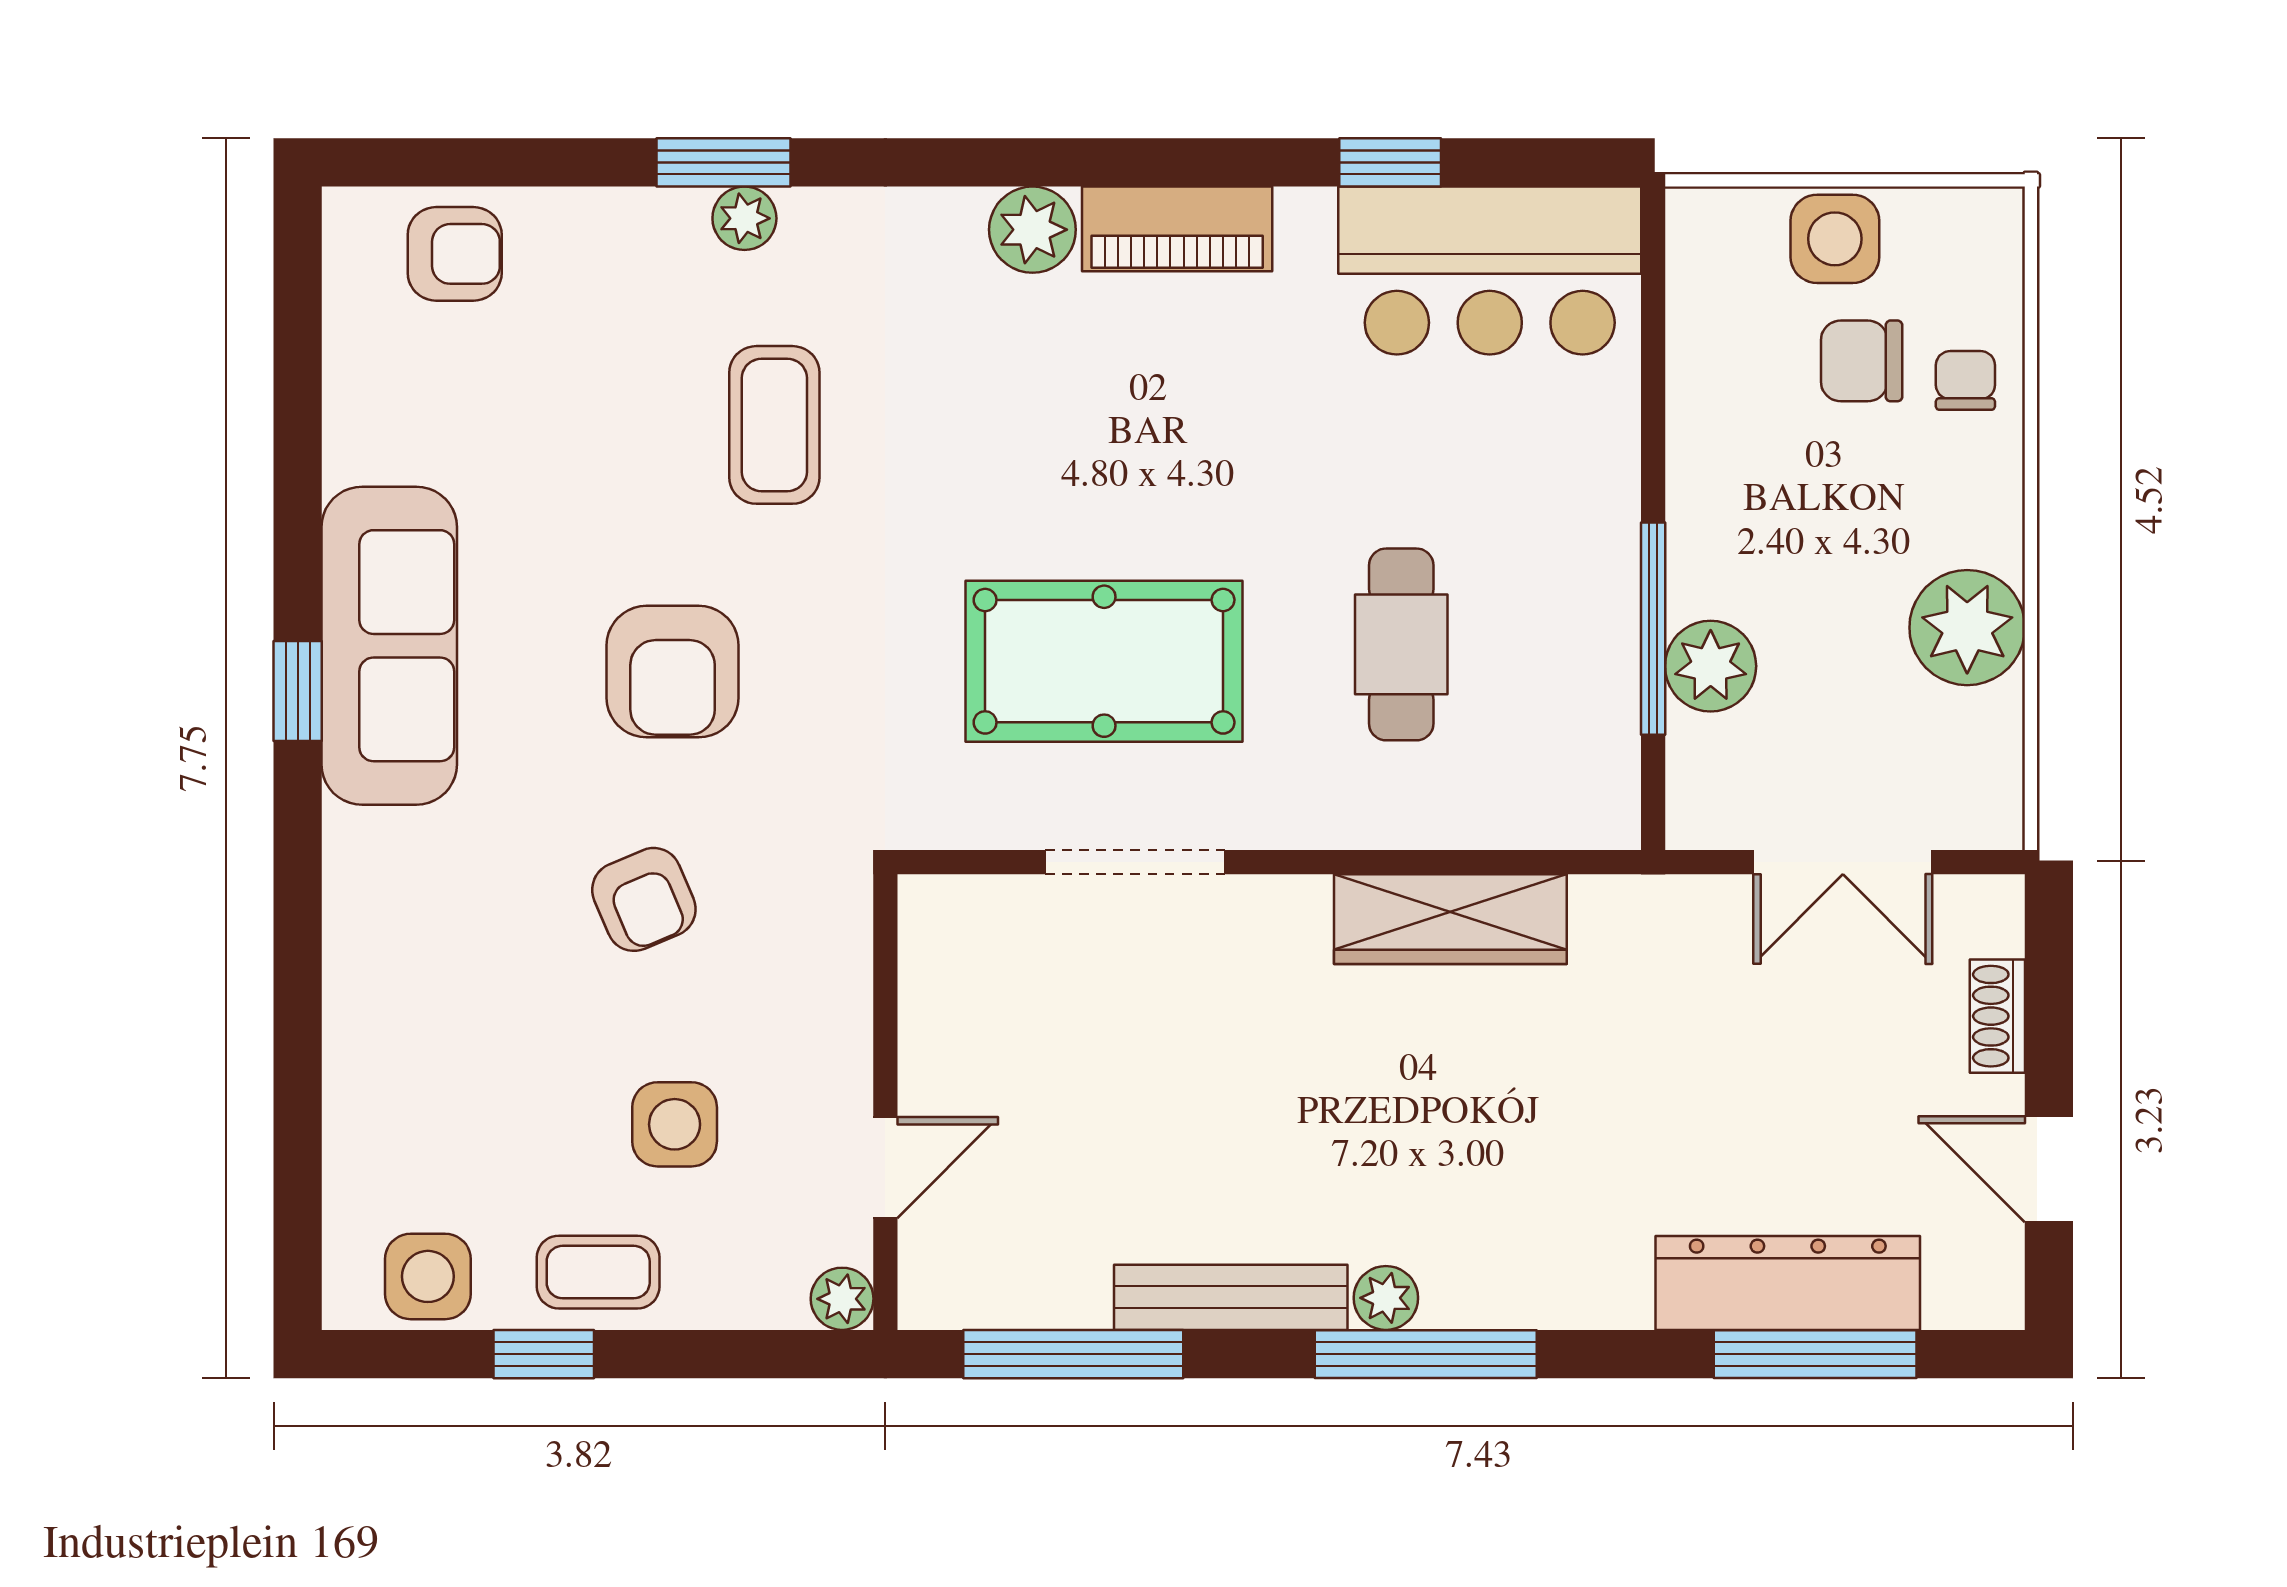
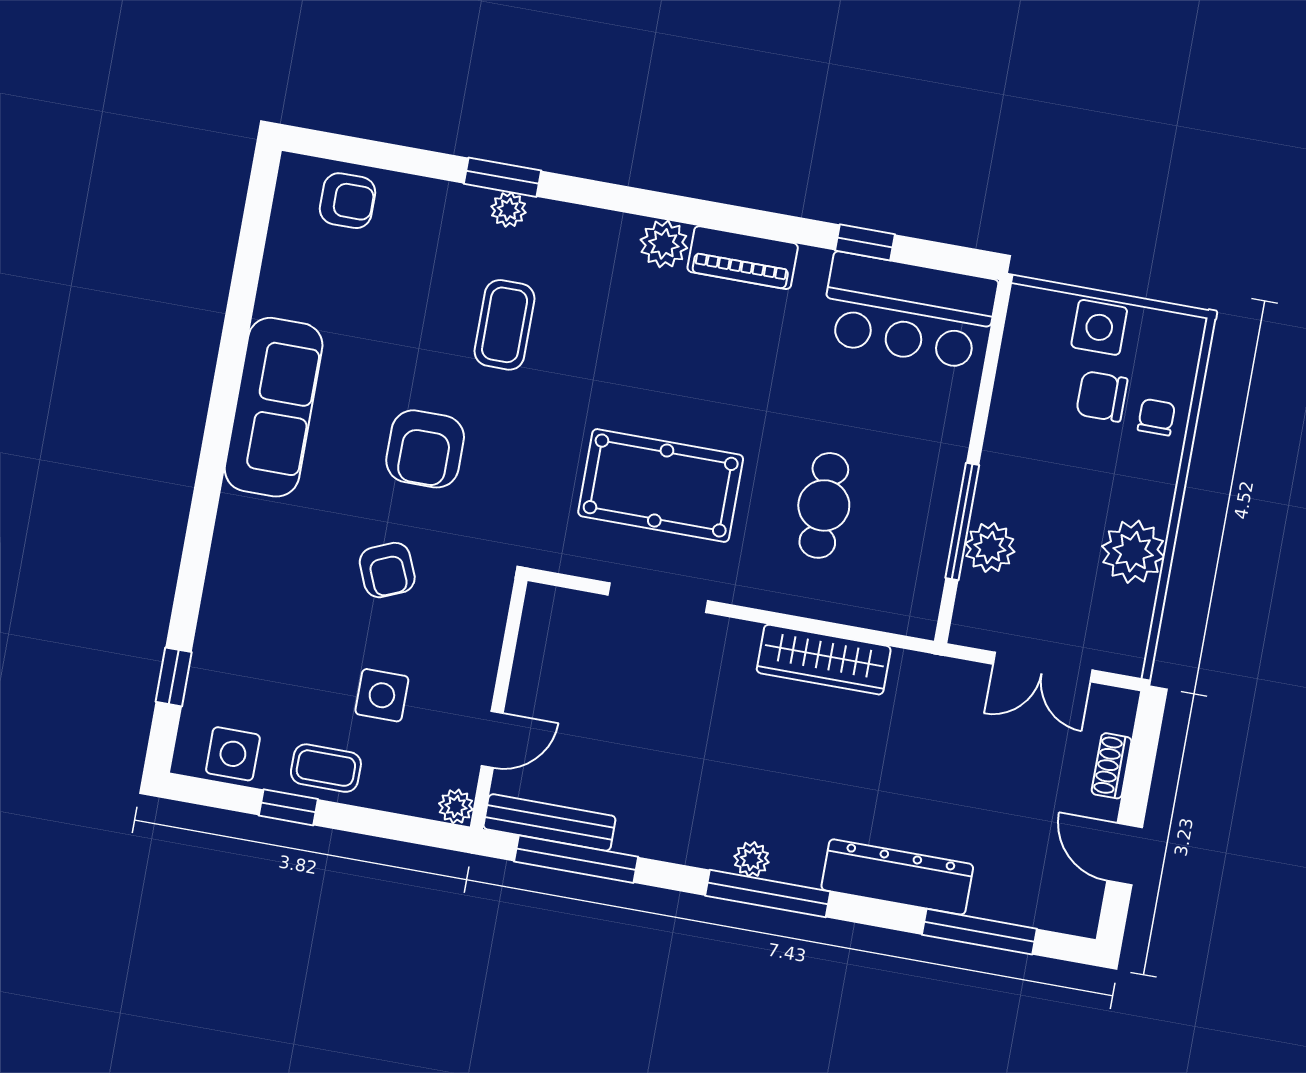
window: (298, 691) -> (174, 677), moved
dresser: (1788, 1283) -> (897, 877), moved
bench: (1231, 1297) -> (549, 823), moved

